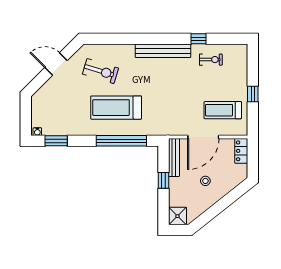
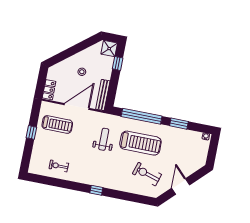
window: (199, 39) -> (96, 190), moved
bench: (163, 51) -> (95, 180), removed
door: (56, 64) -> (181, 186), swing flipped
weight bench: (162, 103) -> (104, 139), added
window: (56, 141) -> (179, 124), moved
window: (163, 180) -> (118, 63), moved

